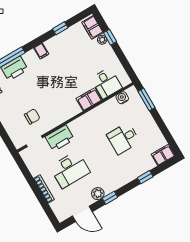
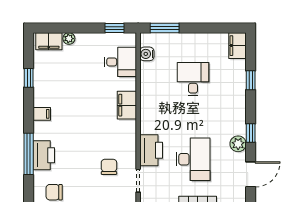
window: (110, 37) -> (115, 28), moved
filing cabinet: (89, 99) -> (127, 105), moved
desk: (123, 138) -> (193, 79), turned 180

